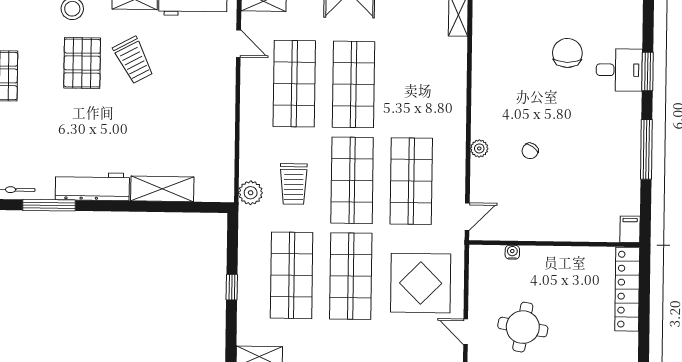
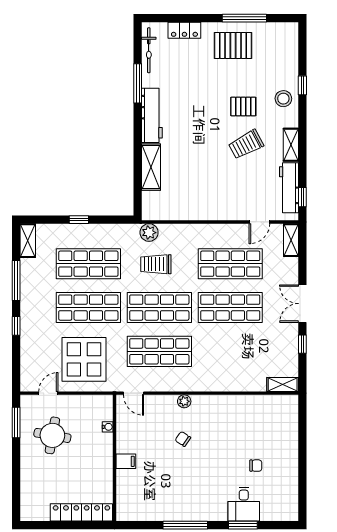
chair: (567, 53) -> (256, 466), width x0.54, depth x0.54
pallet: (82, 63) -> (243, 106), width x0.67, depth x0.71
filing cabinet: (630, 229) -> (126, 461), moved

